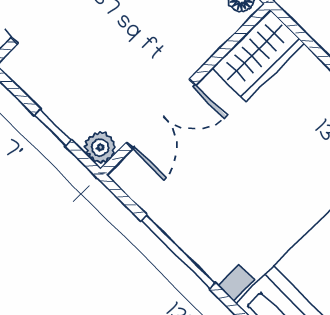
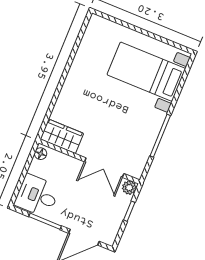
double door: (161, 114) -> (104, 168), swing flipped

